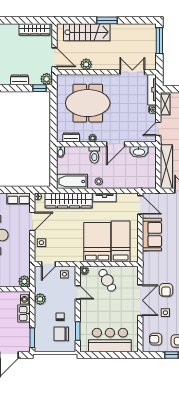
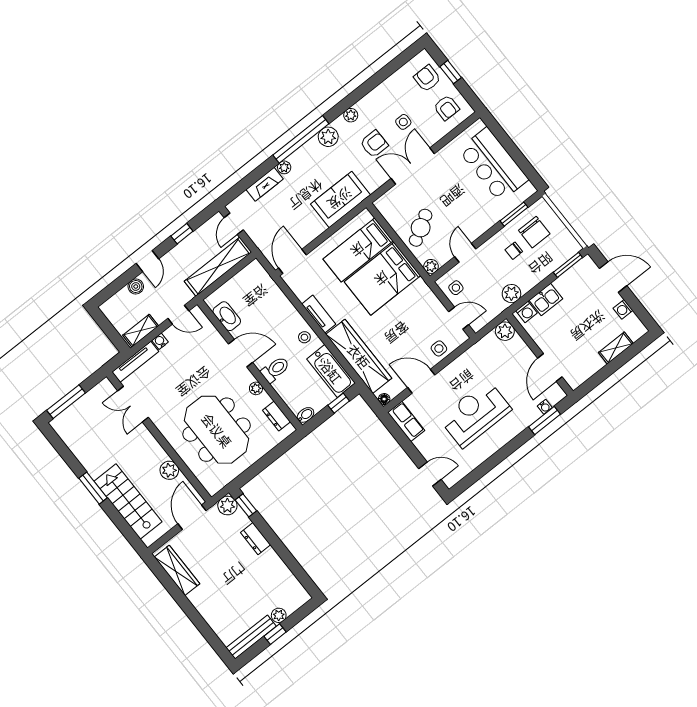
window: (53, 173) -> (339, 403), added
sofa: (152, 235) -> (340, 199), moved

